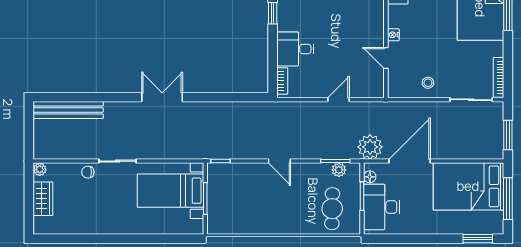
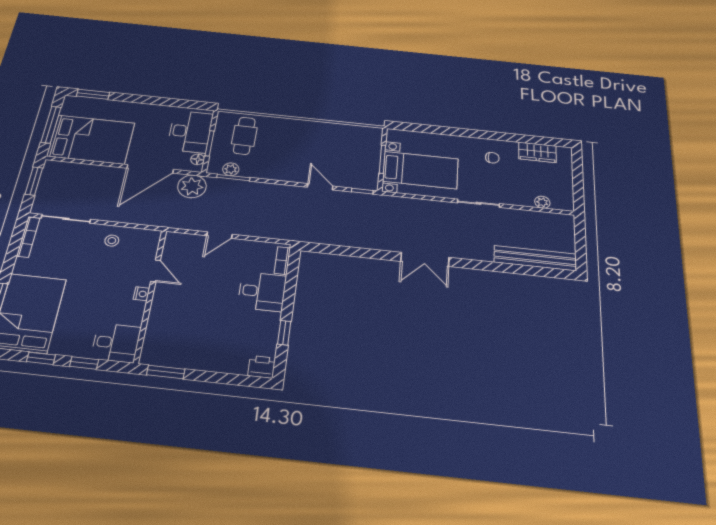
door: (279, 161) -> (320, 187), moved
plant: (40, 169) -> (542, 202), moved
chair: (88, 172) -> (492, 158), moved
wardrobe: (43, 199) -> (537, 152), moved, turned -90

